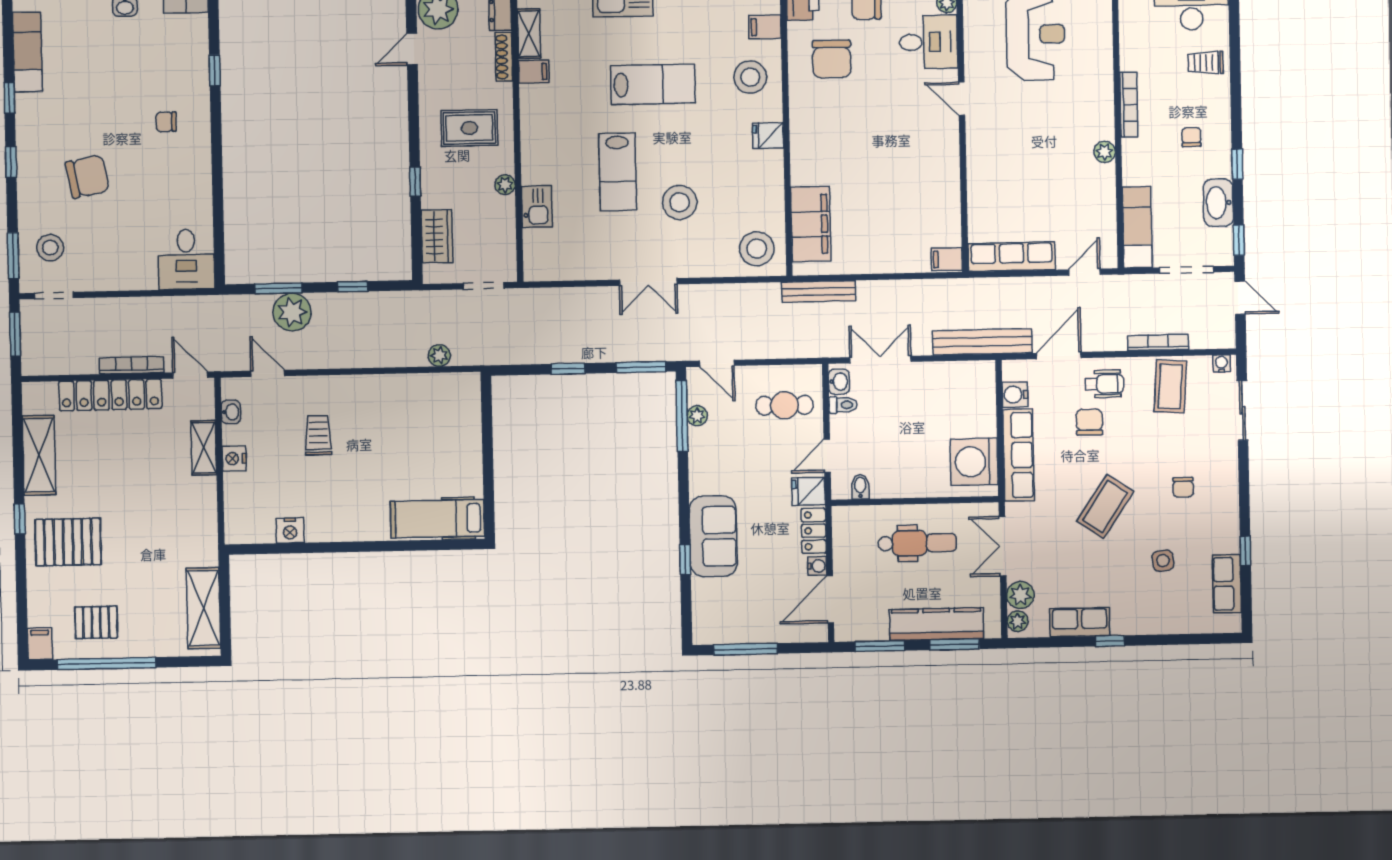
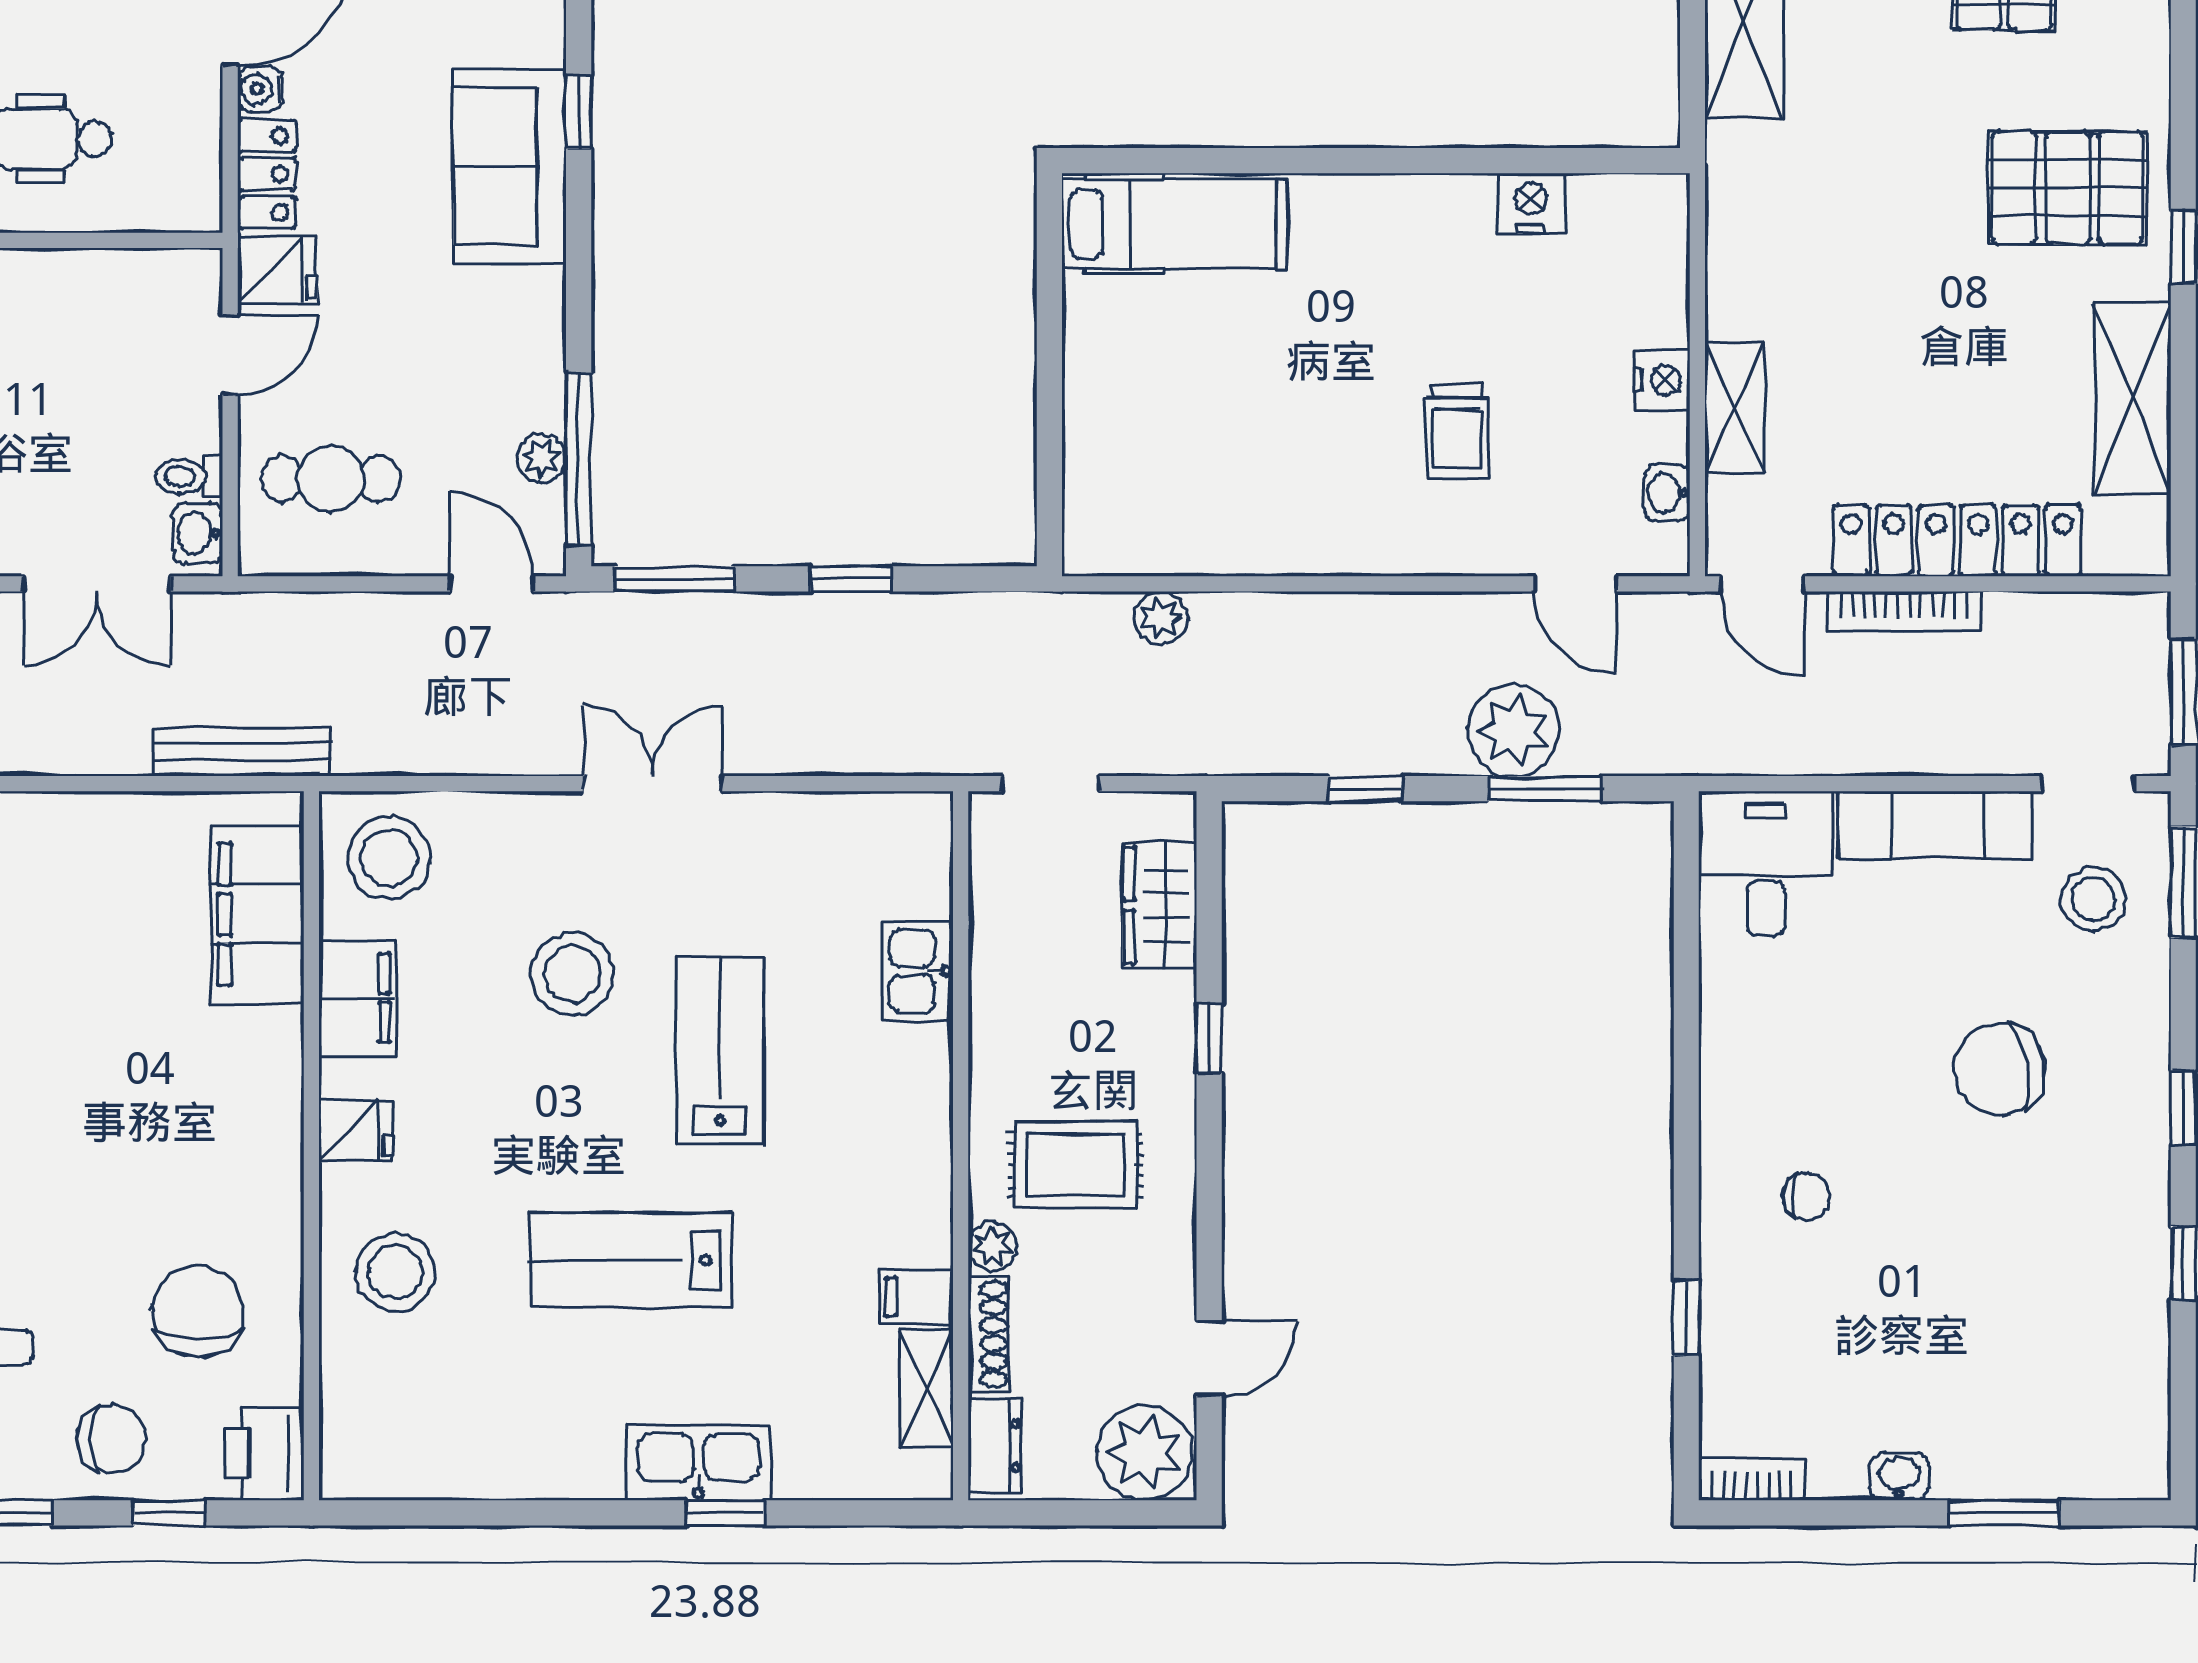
filing cabinet: (765, 27) -> (357, 998), moved, width x2.00
exam couch: (27, 52) -> (1934, 825), moved, turned -90
plant: (505, 185) -> (992, 1246), moved
bidet: (860, 487) -> (152, 278), removed

